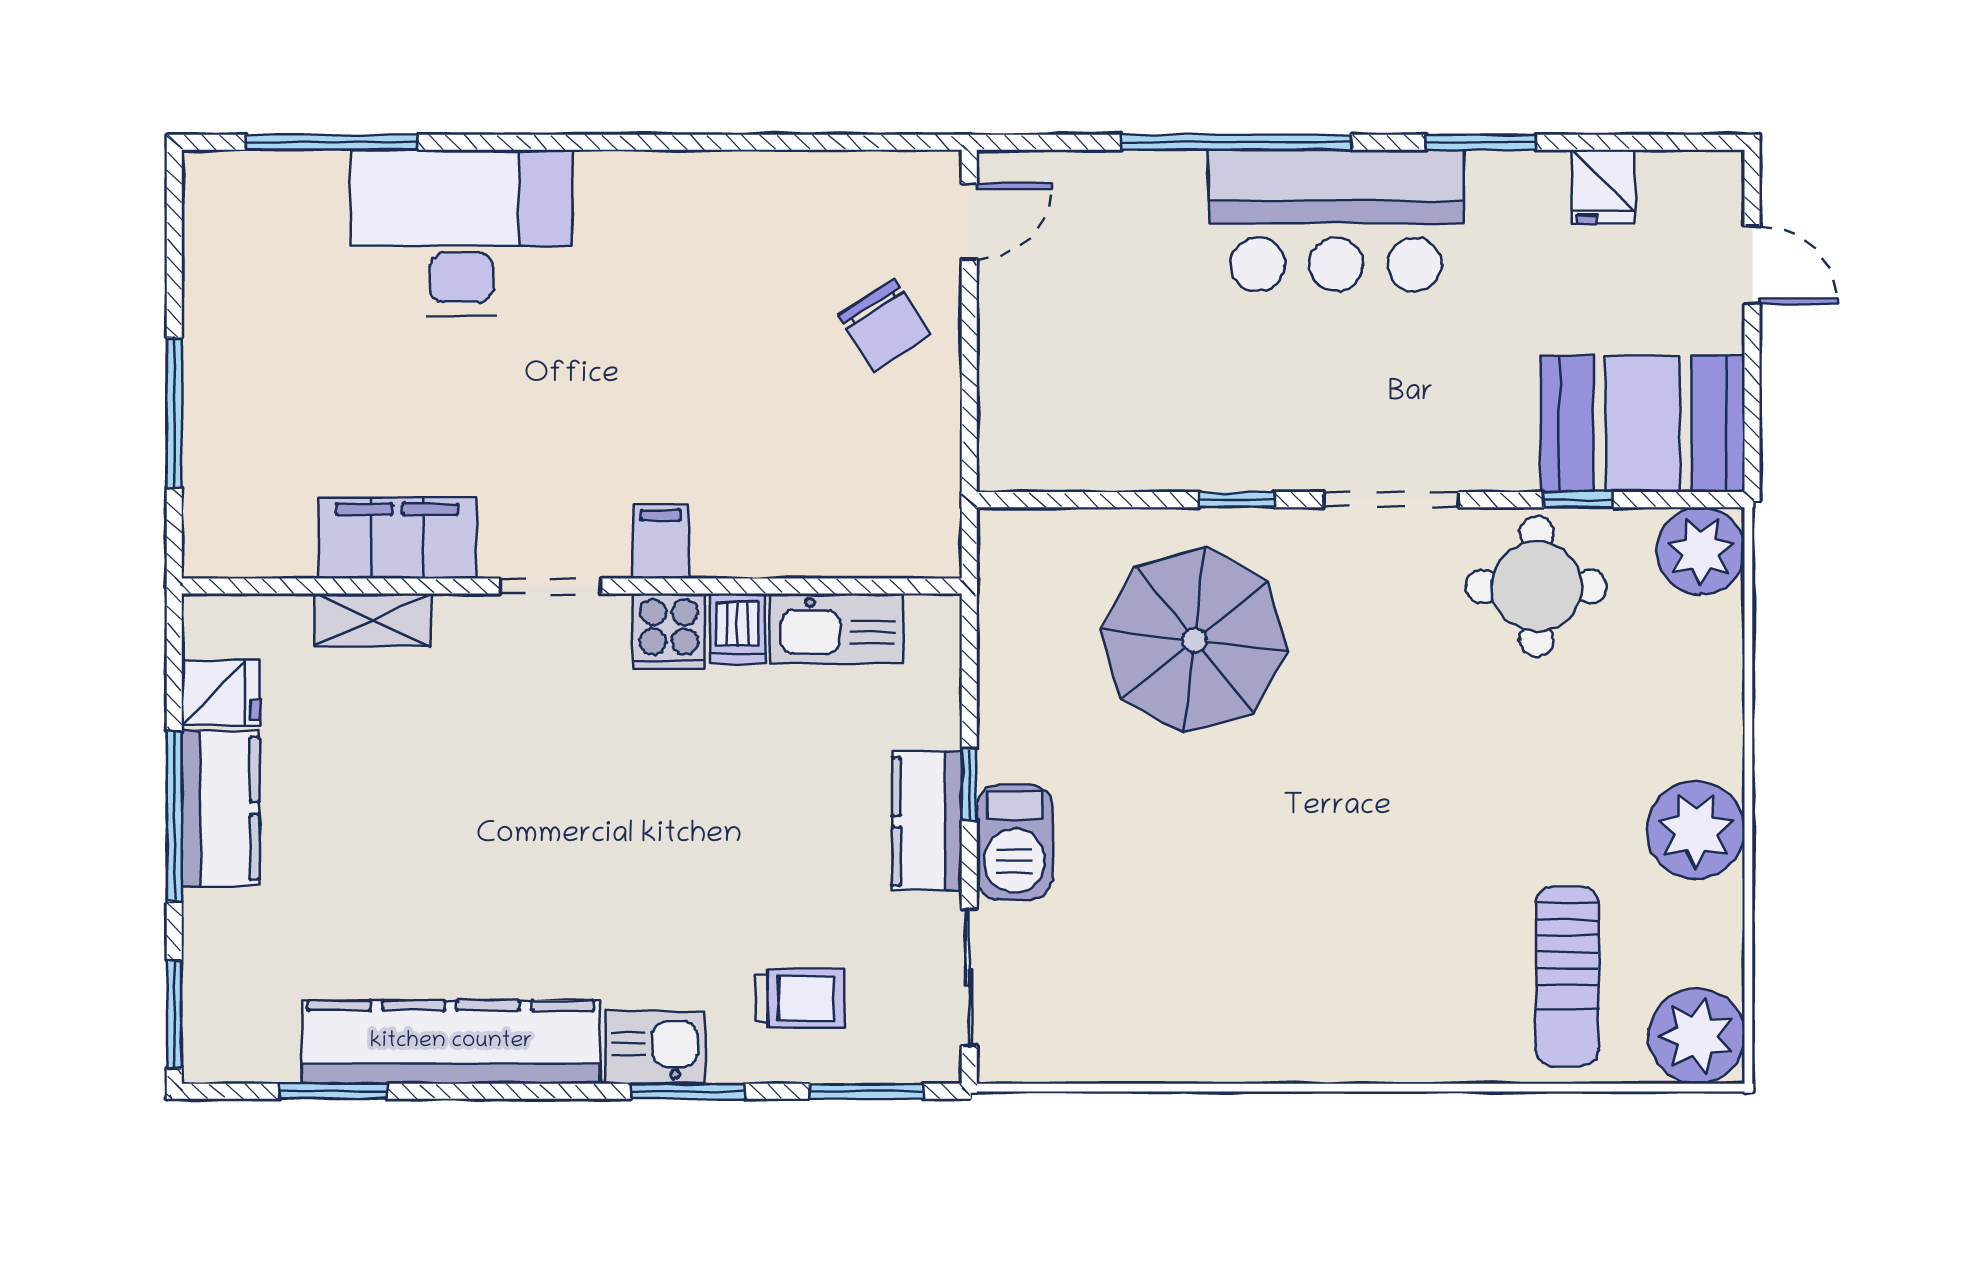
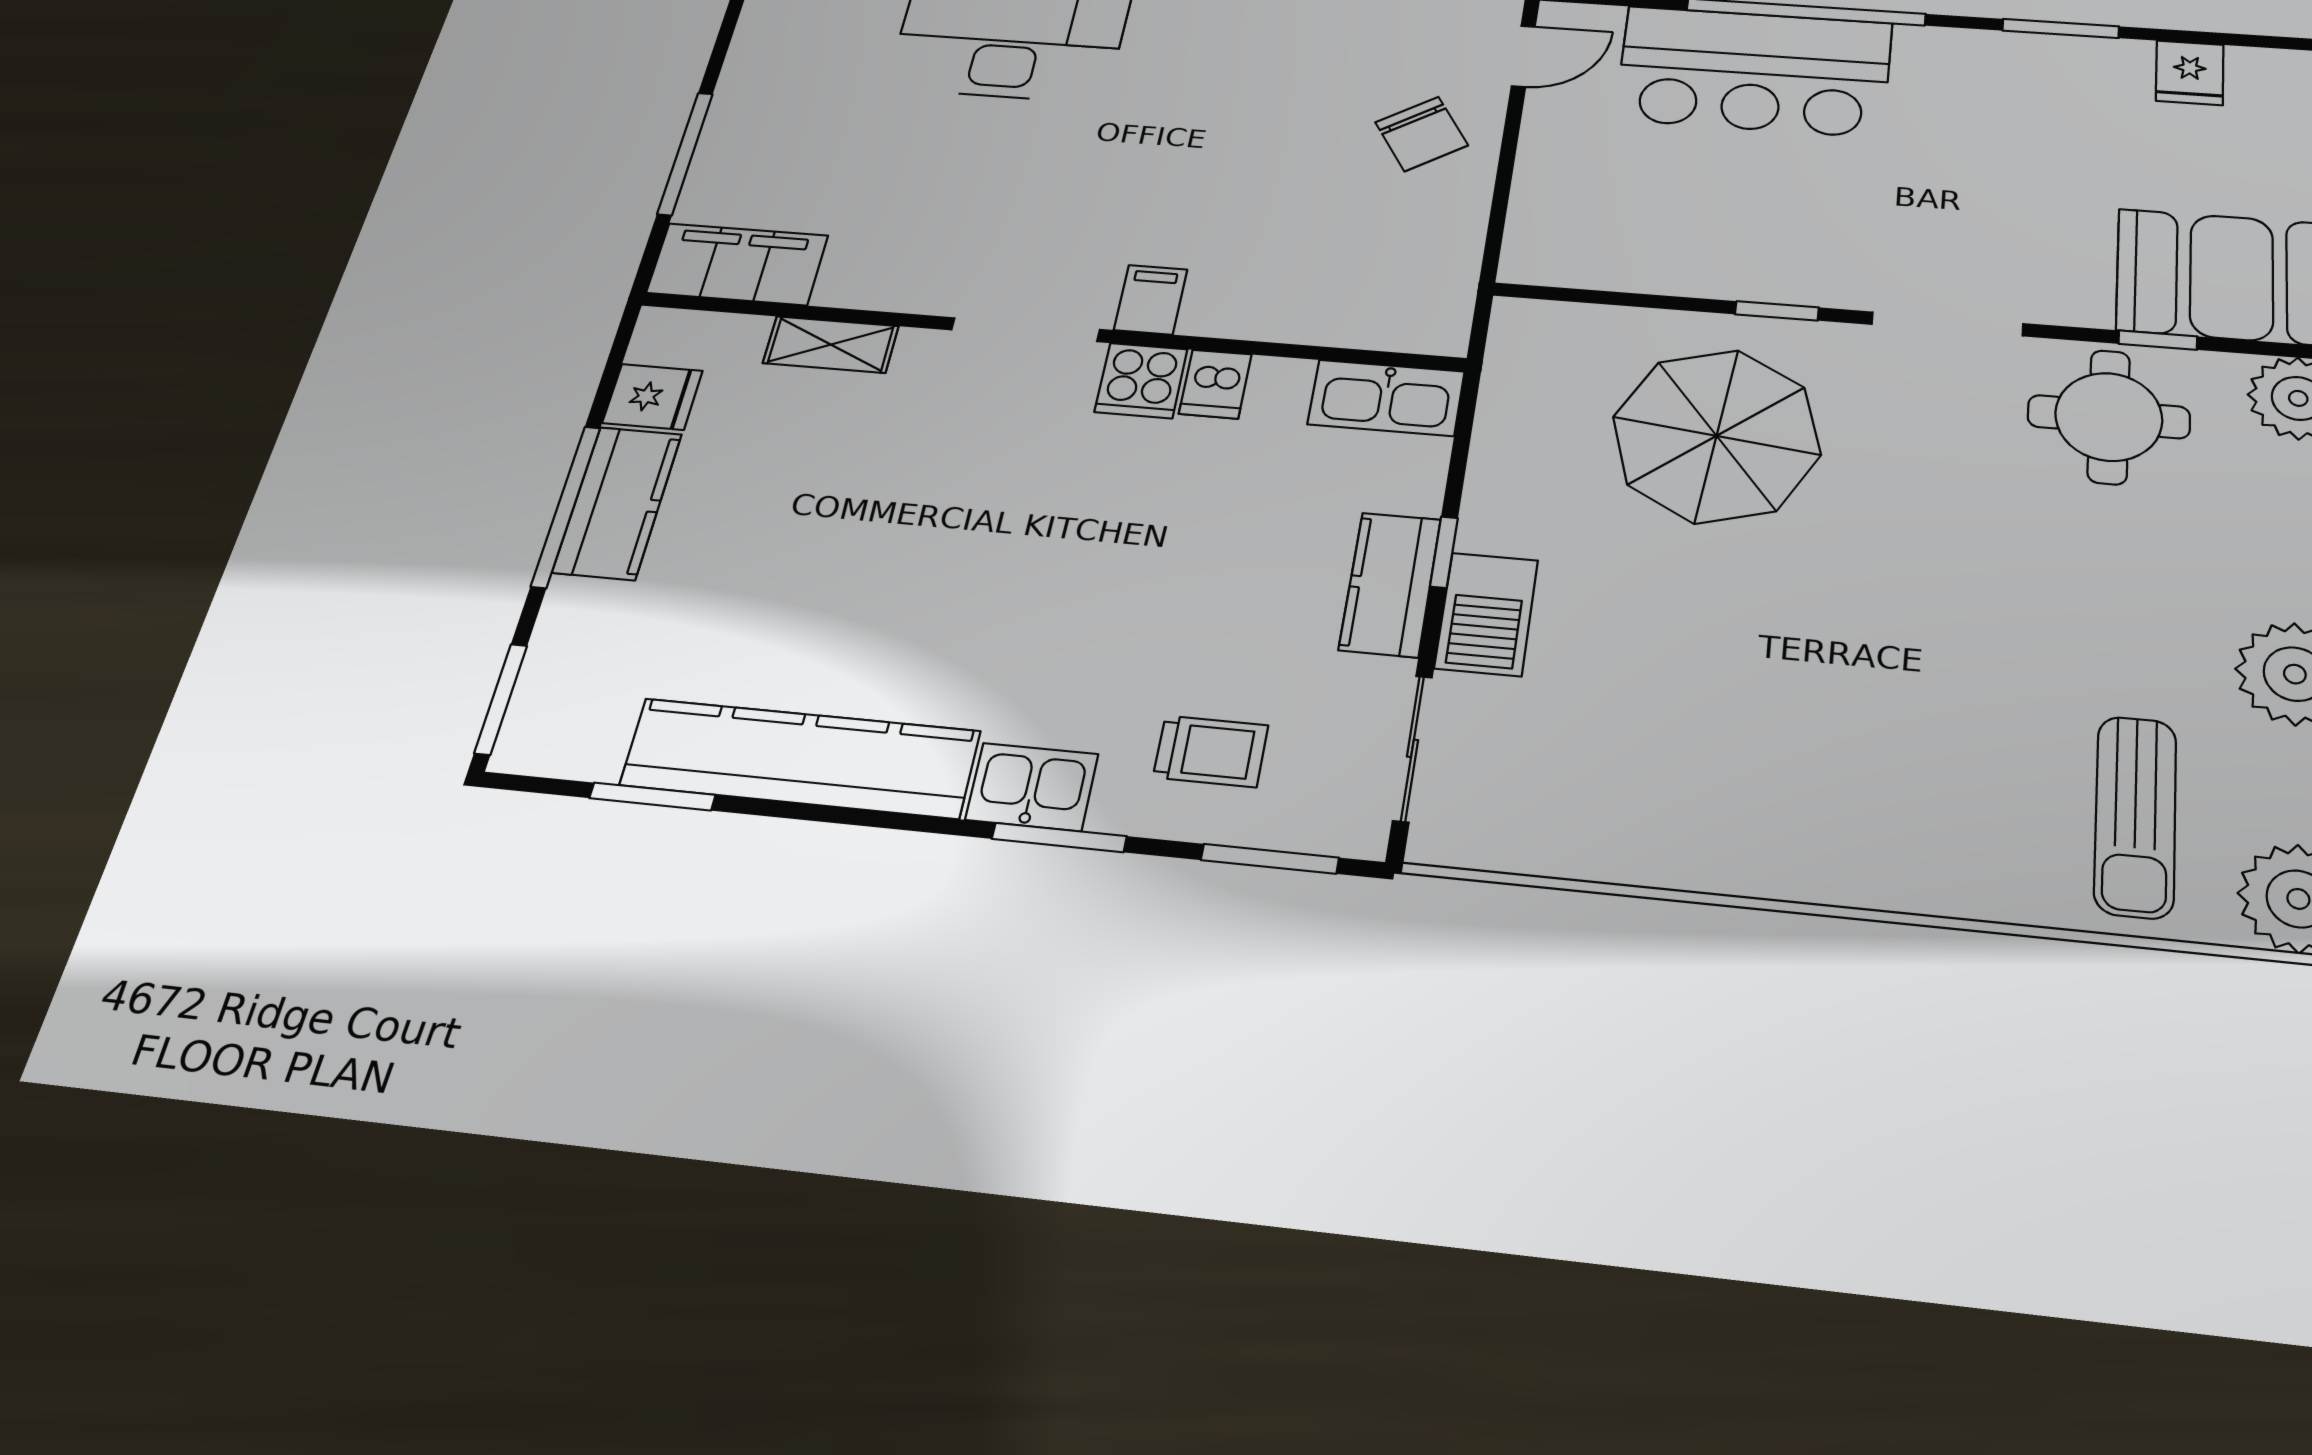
bar counter: (1336, 221) -> (1754, 71), moved
filing cabinet: (397, 538) -> (737, 264), moved
doorway: (551, 586) -> (1026, 330), width x1.38
kitchen sink: (837, 629) -> (1386, 398), moved

